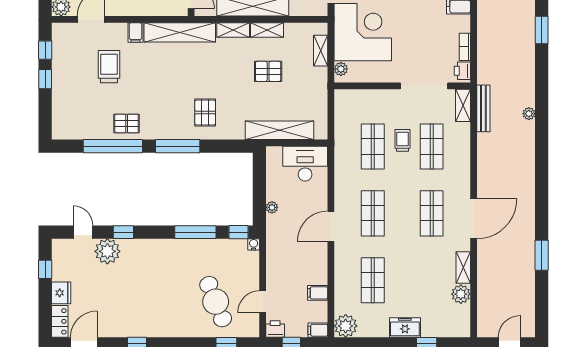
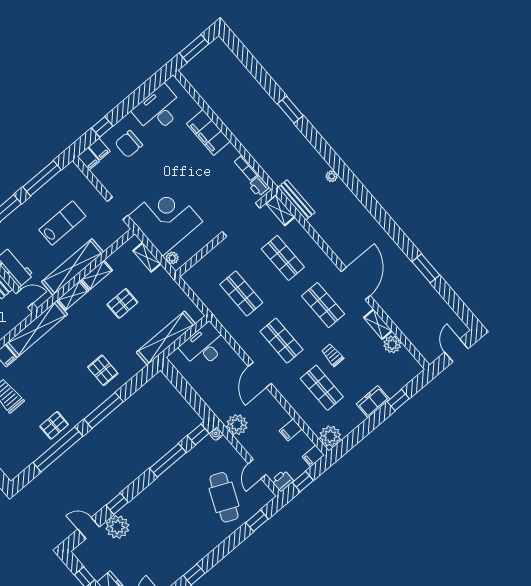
trolley: (402, 140) -> (333, 355), moved
plant: (272, 207) -> (237, 425), moved, width x1.88, depth x1.88
cafe table: (216, 302) -> (224, 497), turned 46

